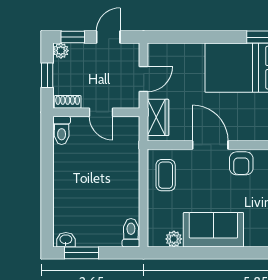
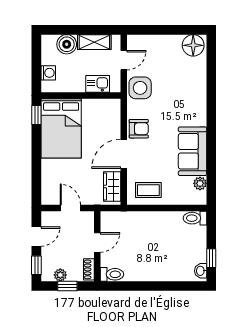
door: (108, 37) -> (36, 237), swing flipped
plant: (61, 51) -> (60, 275), moved
wardrobe: (158, 117) -> (112, 186), moved, turned -90
window: (82, 253) -> (211, 258), width x0.67

